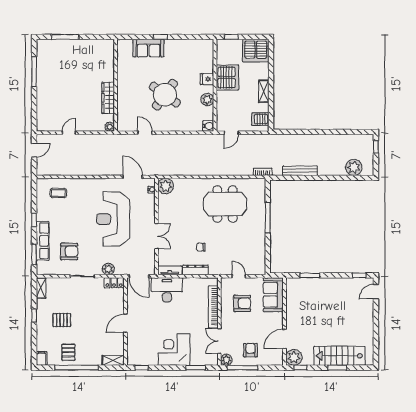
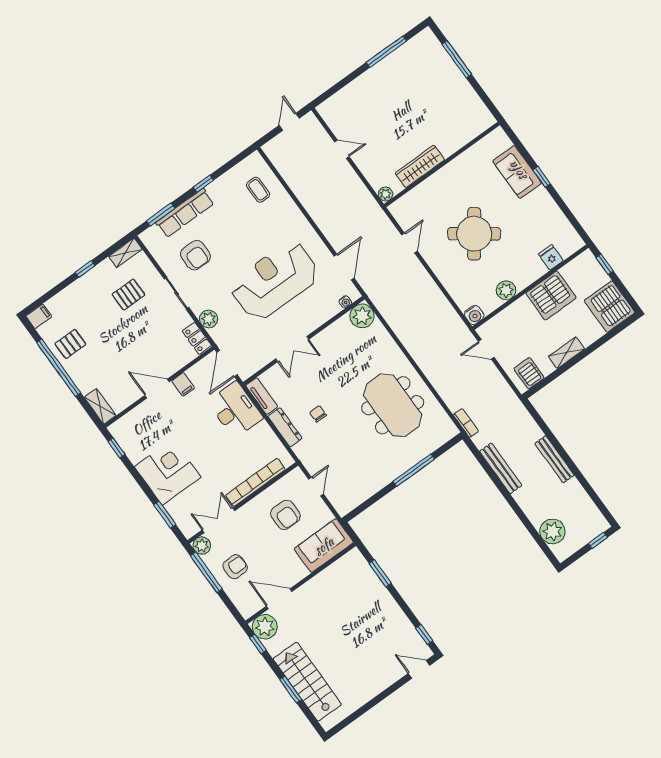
fridge: (207, 79) -> (551, 257), moved
bench: (316, 139) -> (555, 459), added
door: (34, 150) -> (289, 122), swing flipped
filing cabinet: (133, 308) -> (183, 384), added
pallet: (62, 320) -> (129, 295), moved, turned 90

